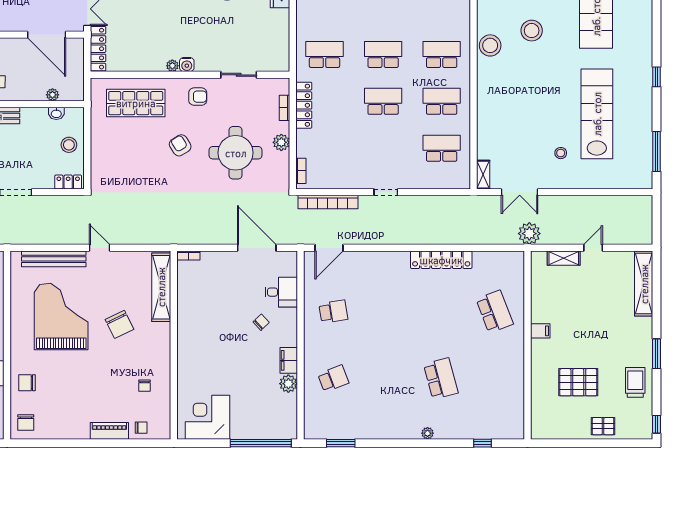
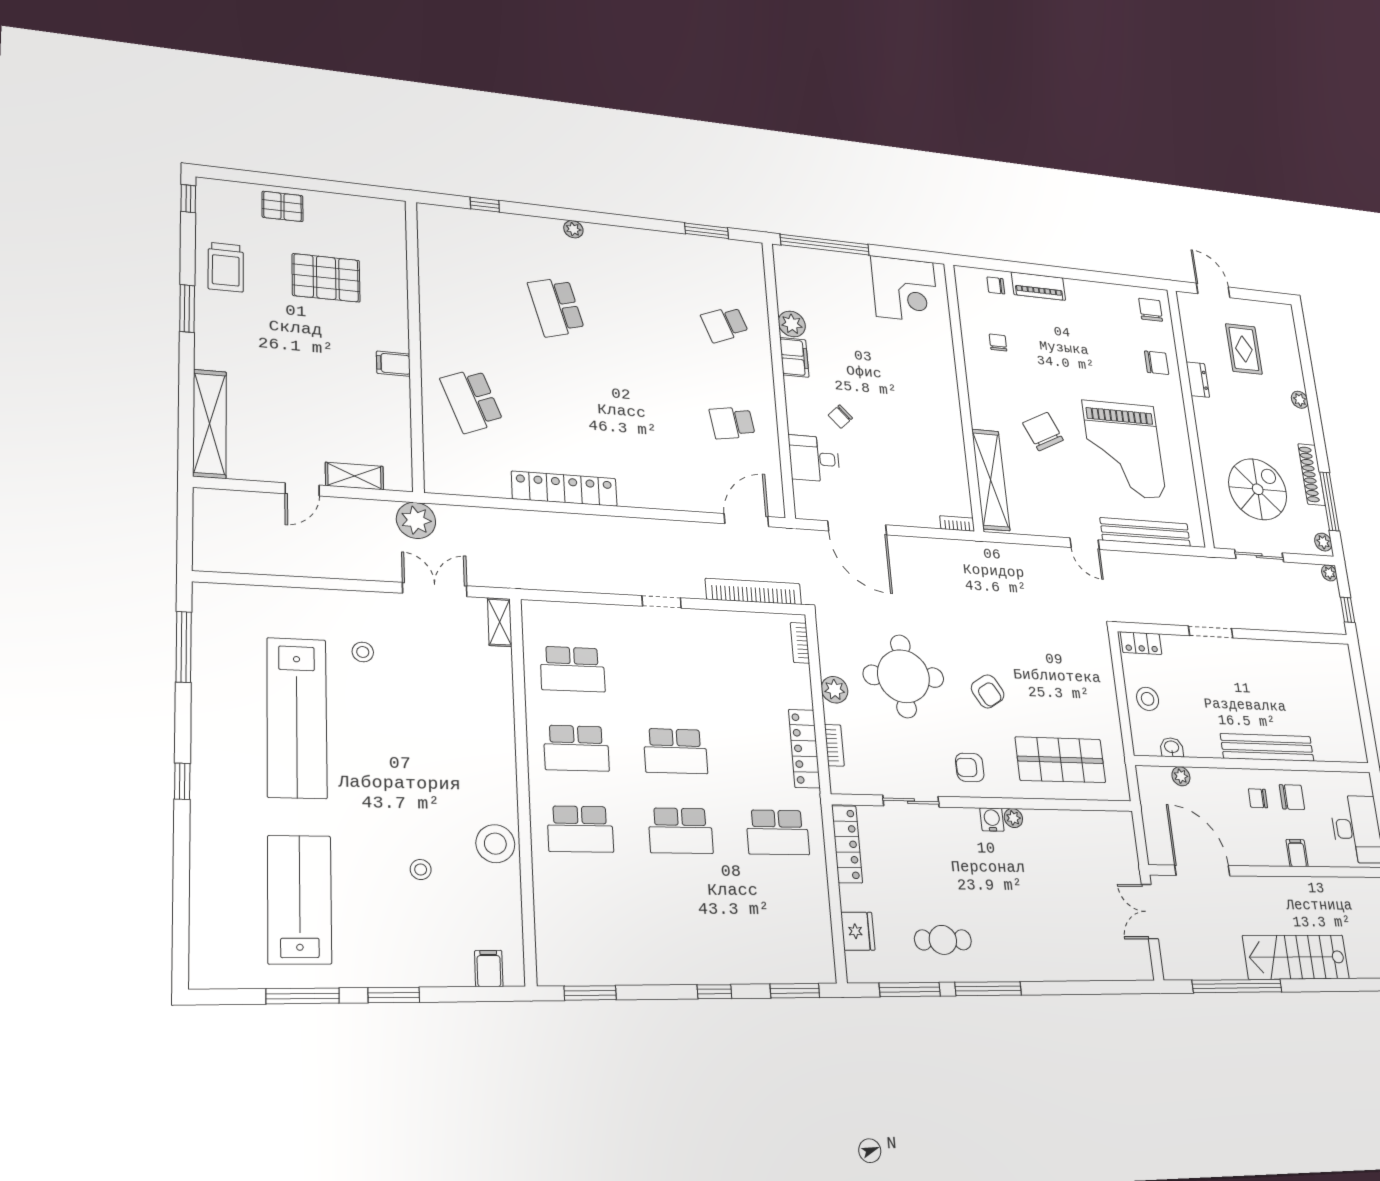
stool: (532, 31) -> (421, 870), width x0.53, depth x0.53
locker: (98, 49) -> (847, 844), moved, turned 180

